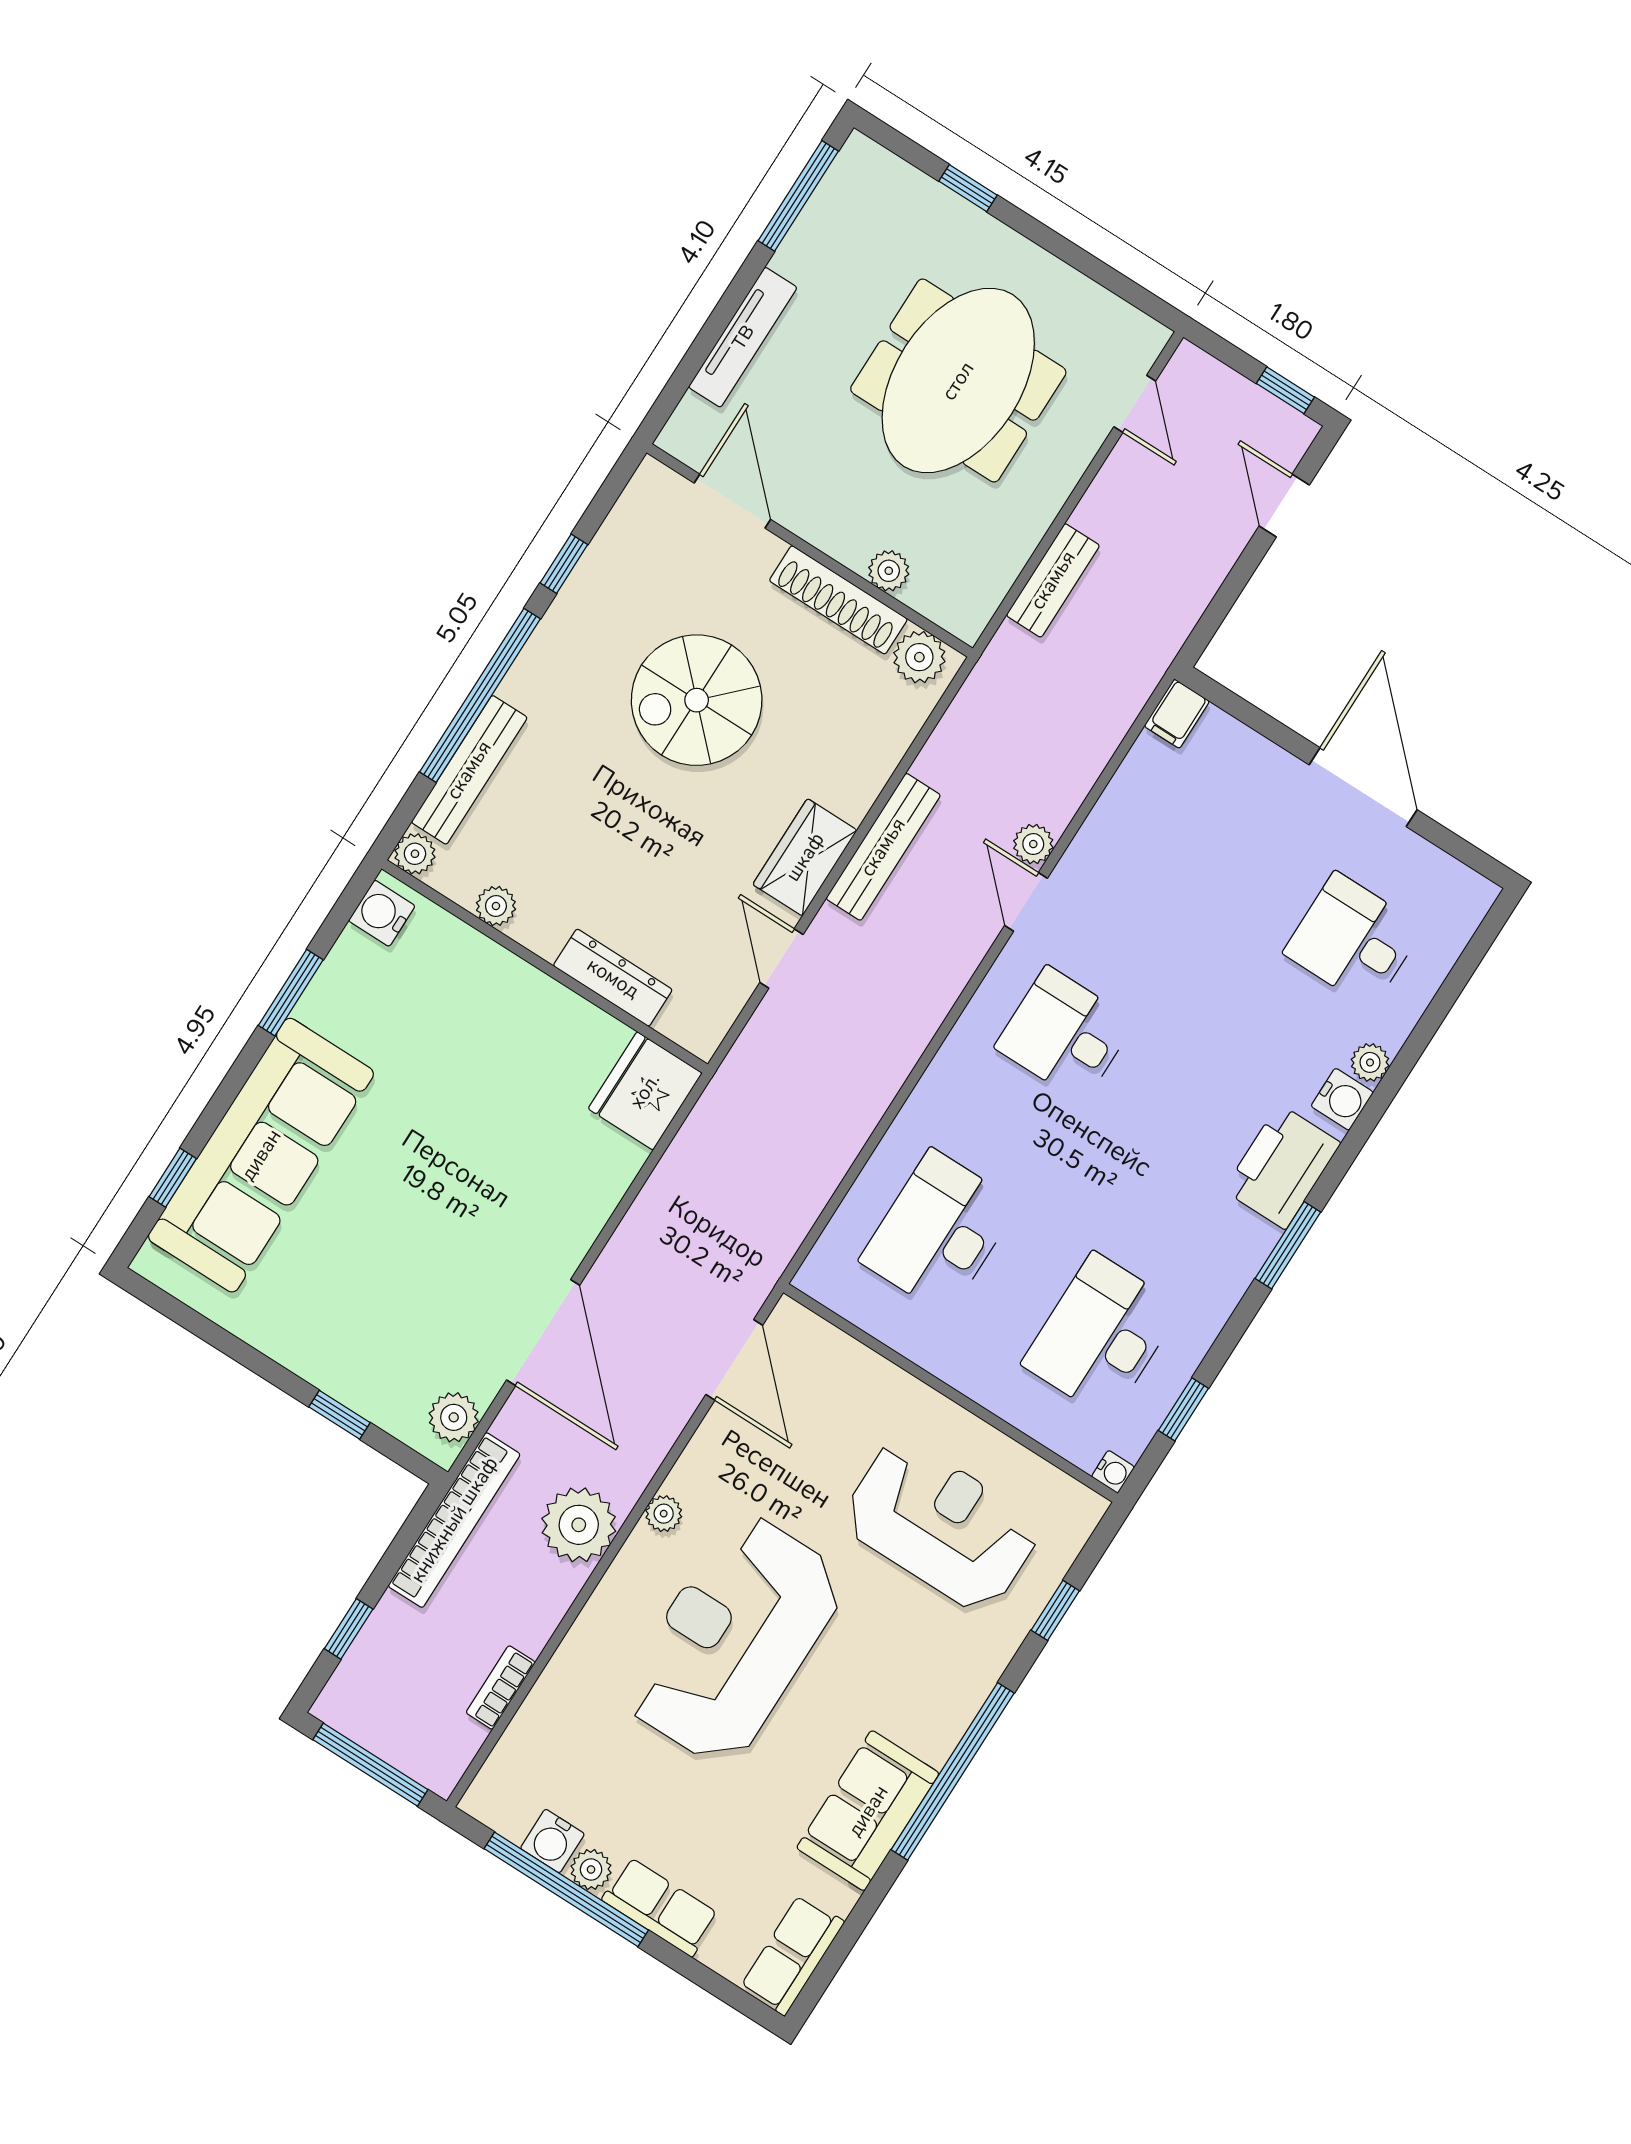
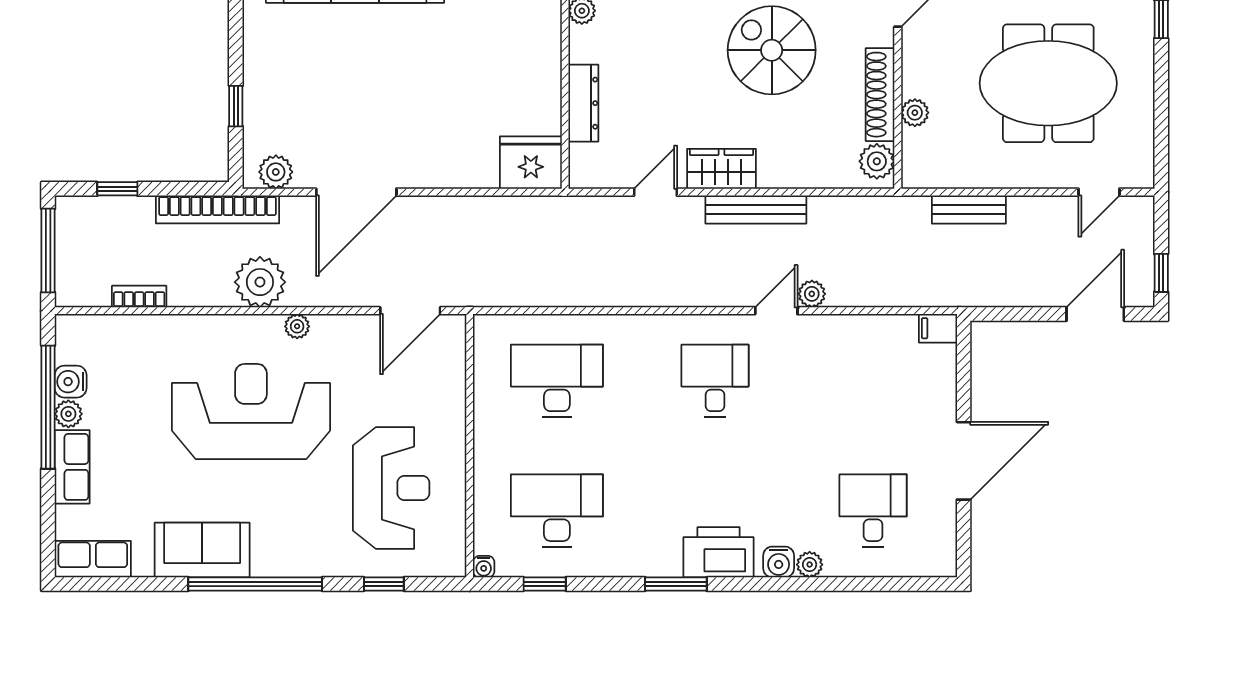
door: (1284, 506) -> (1095, 314), width x1.38

